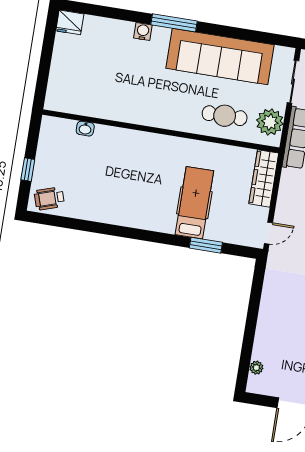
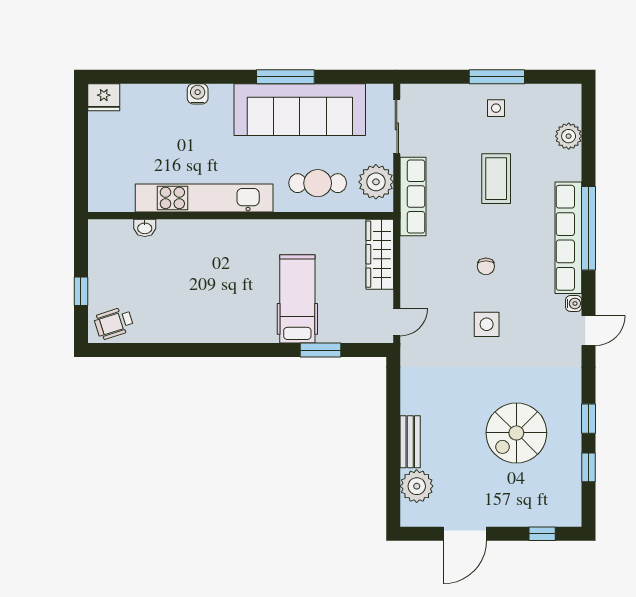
window: (174, 23) -> (285, 77), moved
kitchen unit: (135, 113) -> (204, 198), added
bench: (264, 327) -> (410, 442), added
plant: (256, 368) -> (417, 486), width x1.87, depth x1.87

